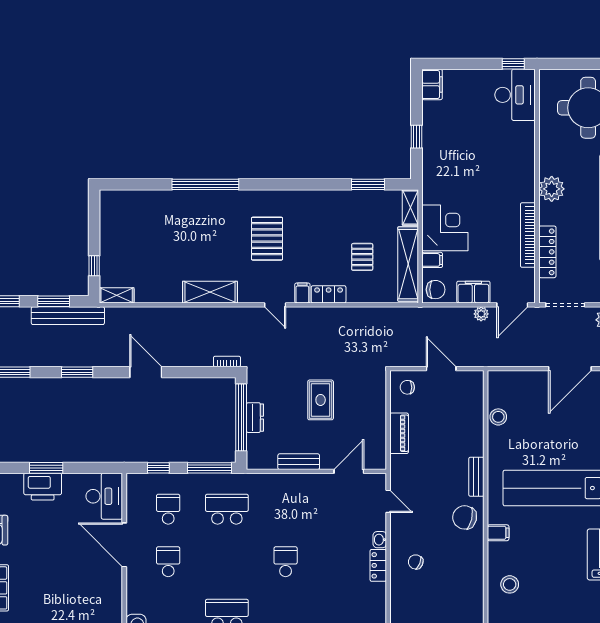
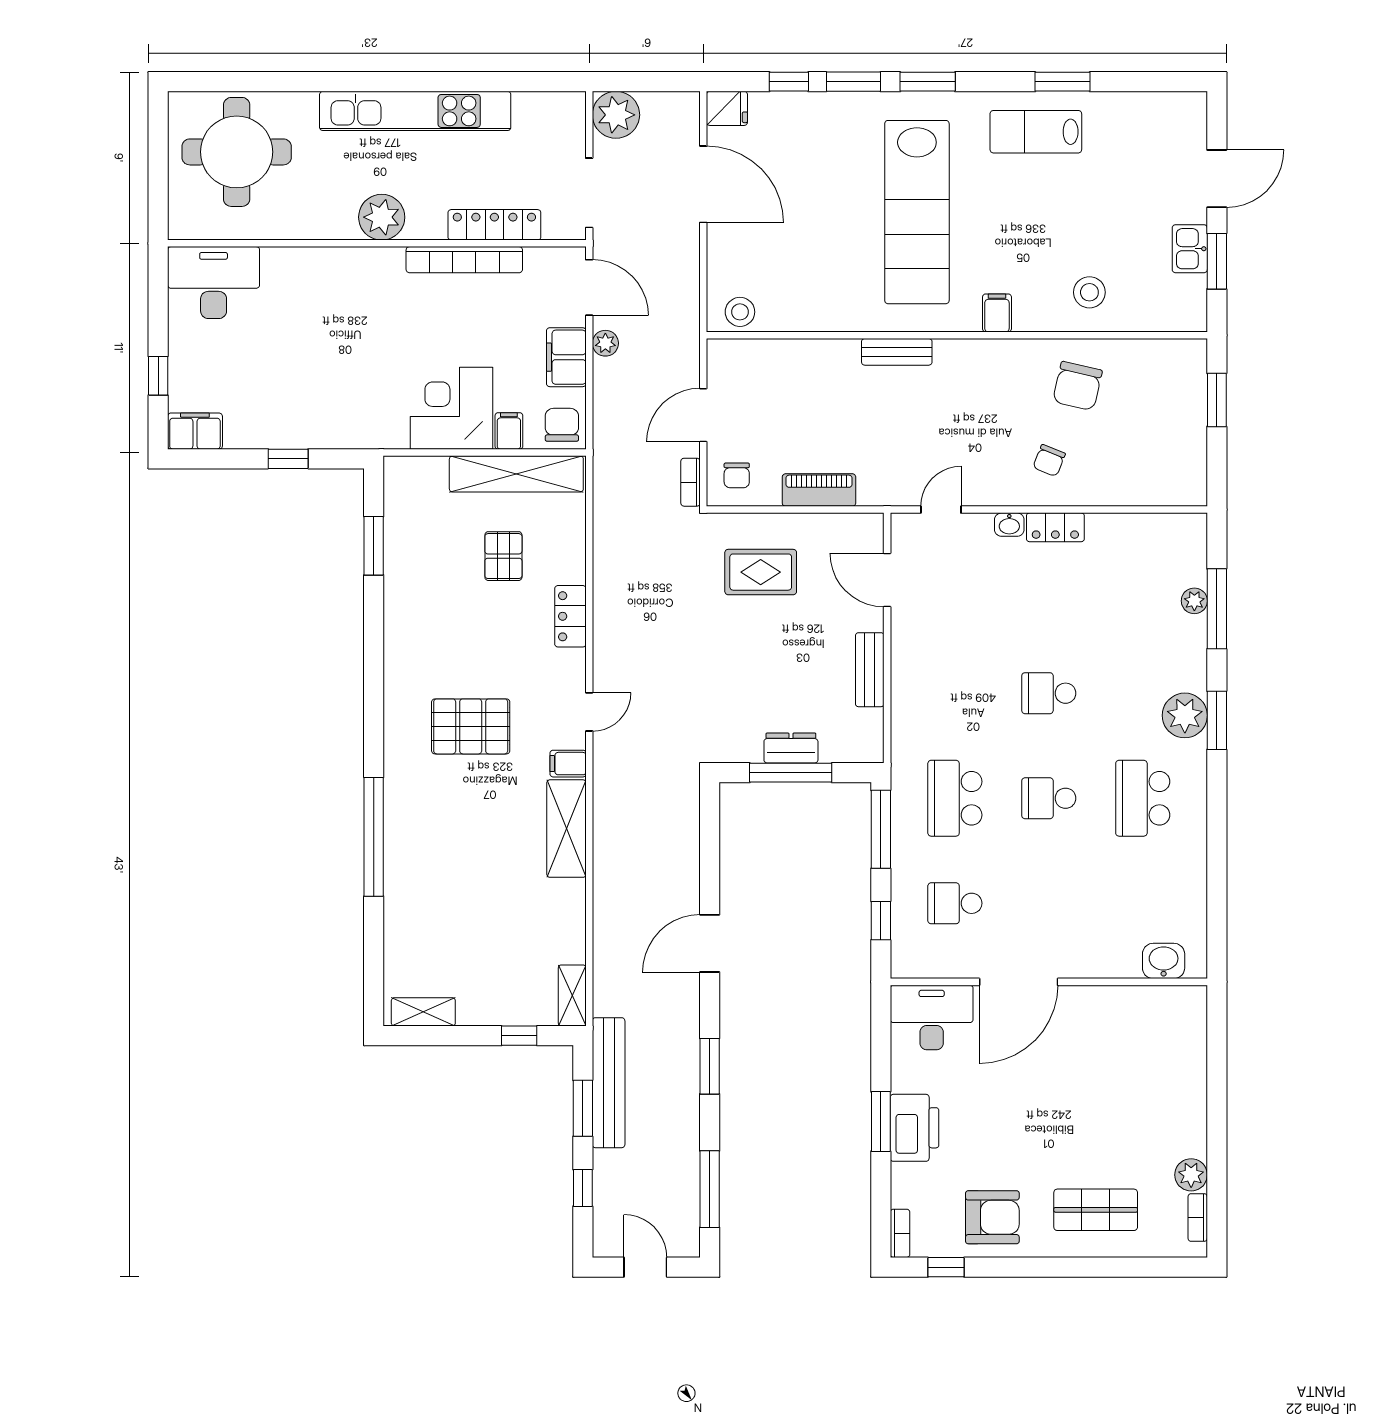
window: (513, 64) -> (158, 376), moved
shelving: (410, 208) -> (423, 1012), moved
pallet: (362, 257) -> (503, 556), turned 90
filing cabinet: (302, 293) -> (568, 764), moved
bookcase: (227, 361) -> (690, 482), moved
rug: (321, 400) -> (761, 572), moved
window: (241, 417) -> (791, 773), width x0.68
stool: (498, 417) -> (740, 312), moved
chair: (465, 517) -> (1077, 386), moved
school desk: (168, 562) -> (1049, 798), moved

